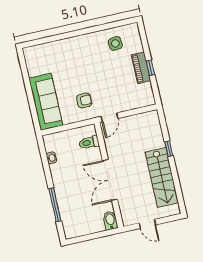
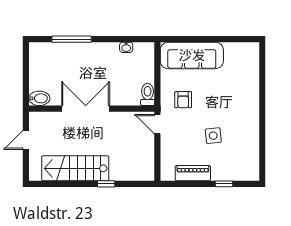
side table: (115, 43) -> (213, 136), moved
piano: (141, 68) -> (193, 173), moved
window: (150, 68) -> (224, 184), moved
toilet: (89, 143) -> (148, 94), moved

